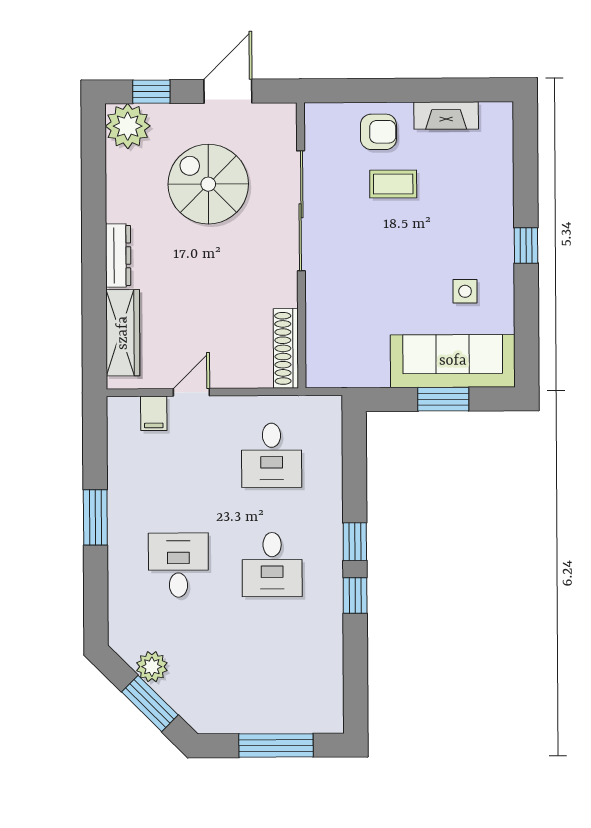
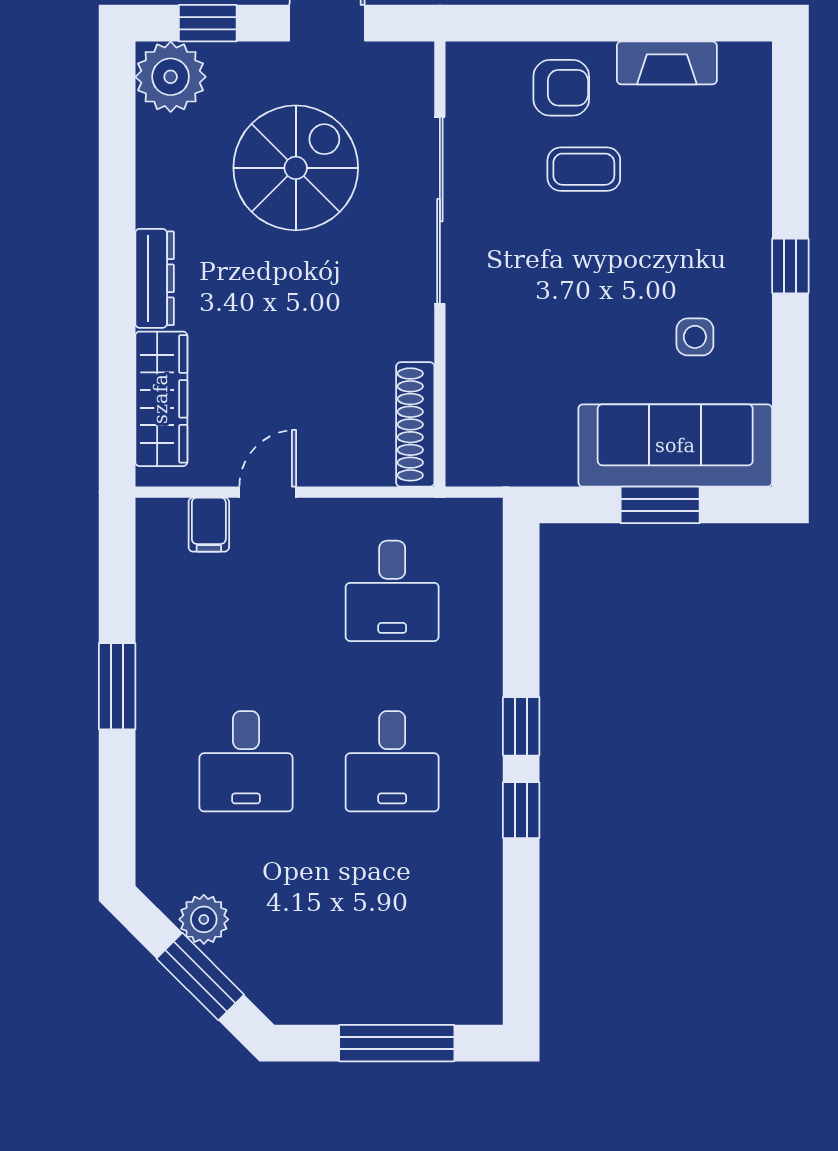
spiral stairs: (208, 184) -> (296, 168), turned 90
desk: (178, 565) -> (246, 761), turned 180

